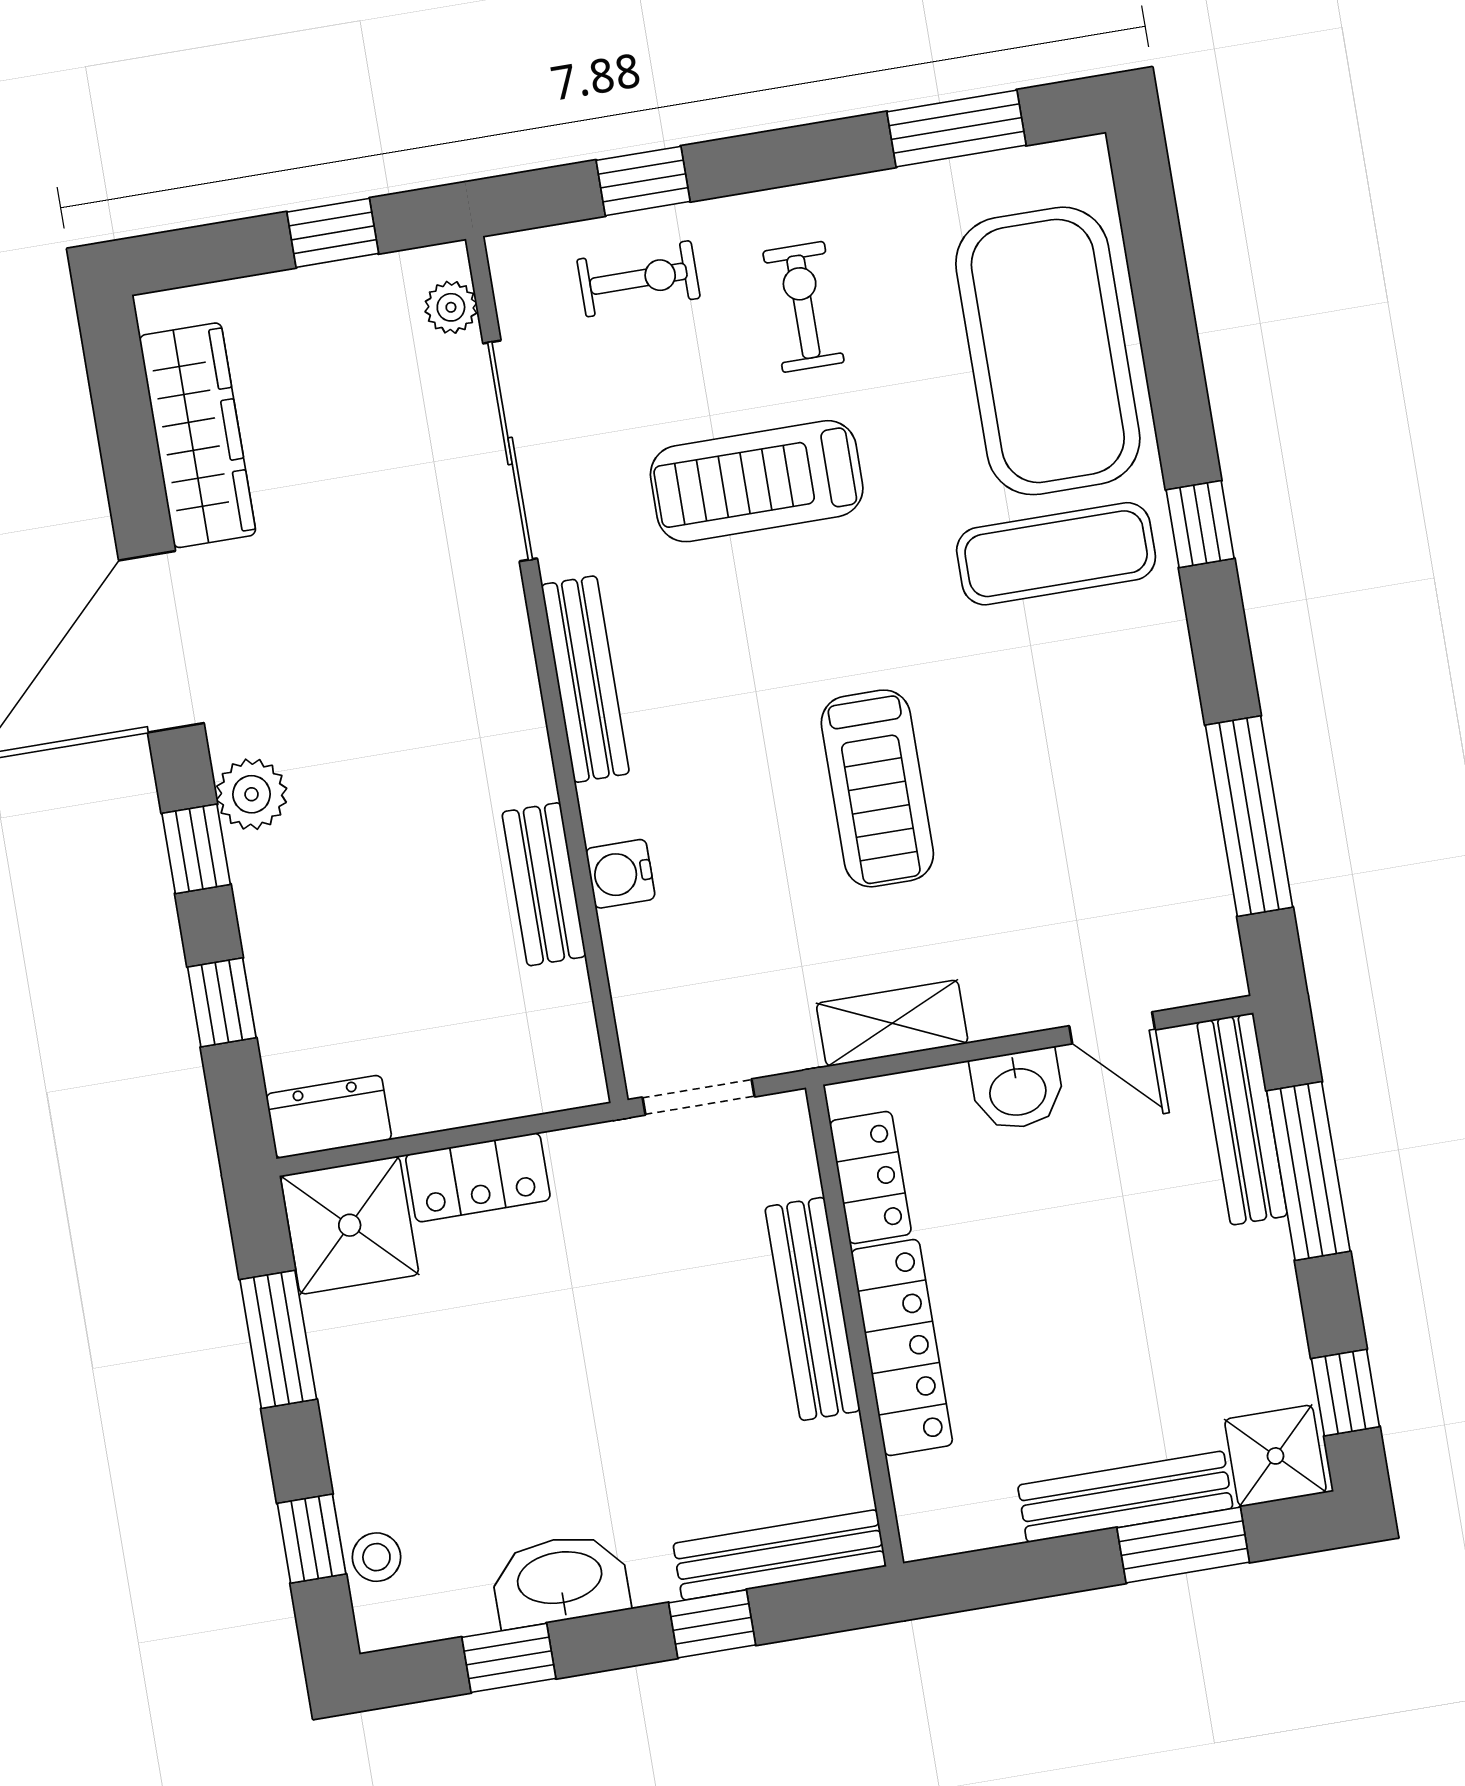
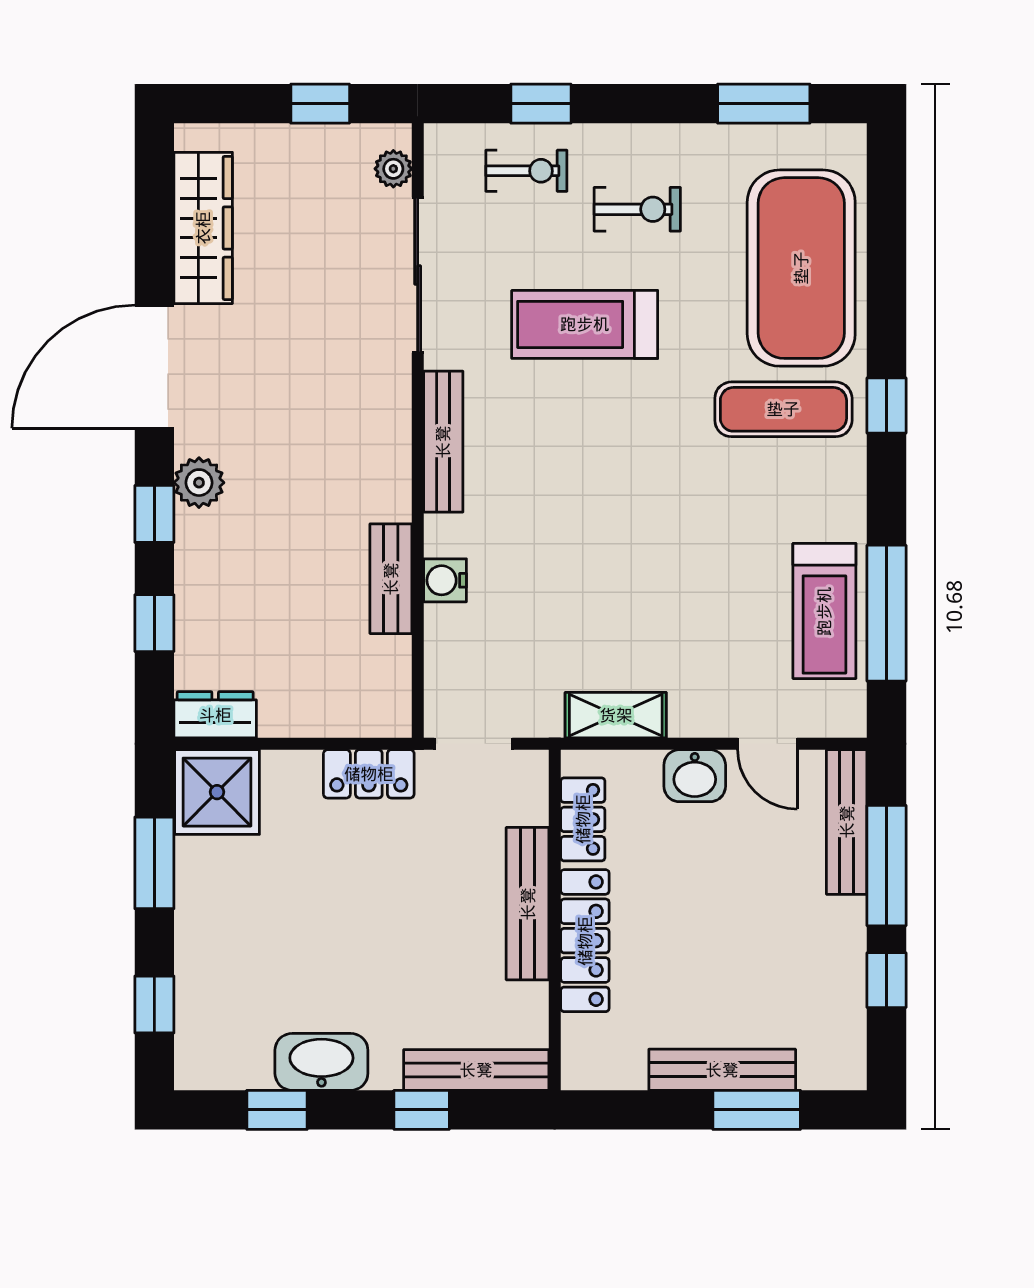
exercise bike: (803, 307) -> (637, 209), turned 90
treadmill: (877, 788) -> (824, 611), moved
locker: (478, 1177) -> (369, 774), moved
window: (1345, 1393) -> (887, 980), moved
shower: (1275, 1456) -> (831, 1059), removed
stool: (376, 1557) -> (197, 1025), removed

